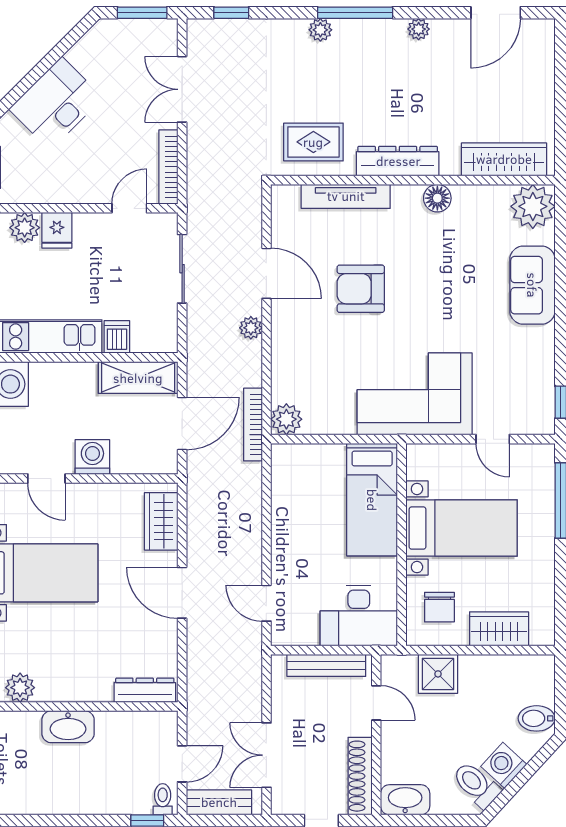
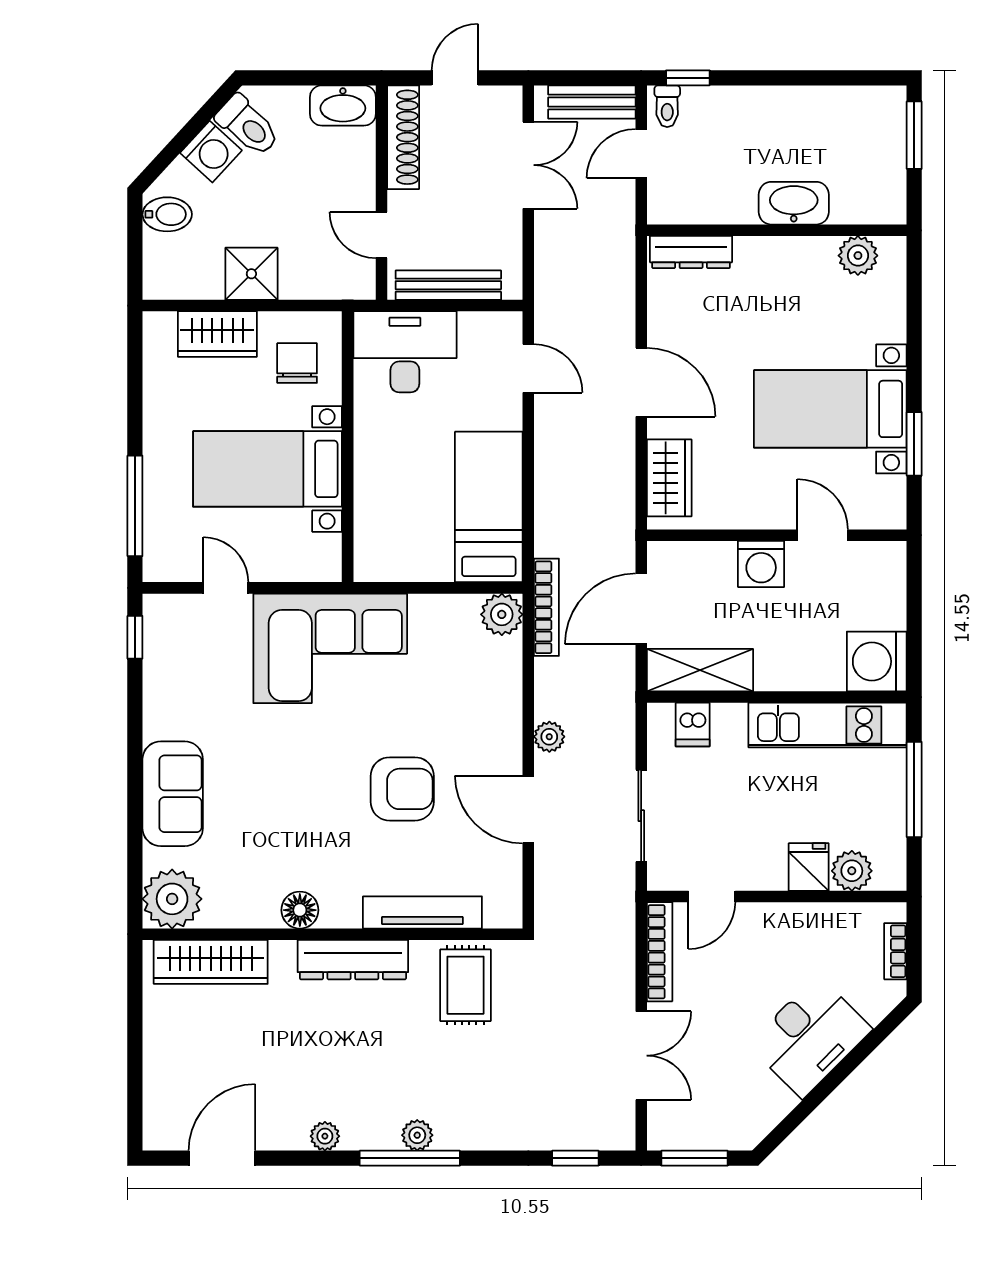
plant: (320, 30) -> (417, 1135), moved
rug: (313, 142) -> (466, 985), turned 90
dishwasher: (117, 337) -> (693, 725), moved
bed: (372, 500) -> (489, 507), moved
shower: (438, 674) -> (251, 274), moved

